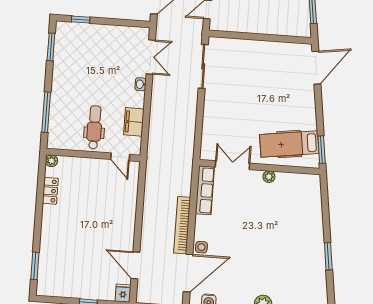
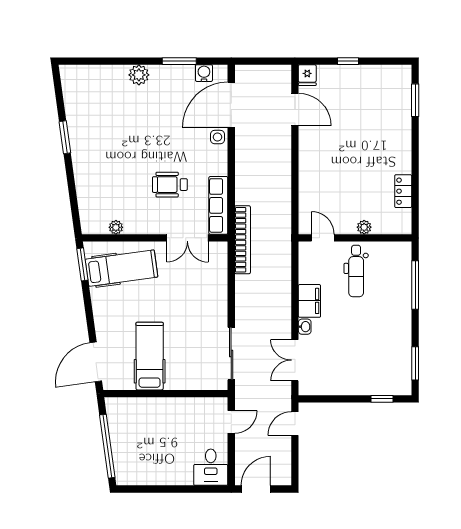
hospital bed: (271, 69) -> (150, 356), added
filing cabinet: (134, 122) -> (309, 301), moved
plant: (52, 161) -> (364, 227), moved
plant: (269, 177) -> (116, 227), moved
wheelchair: (244, 211) -> (170, 185), added
bookcase: (182, 225) -> (243, 240), moved

